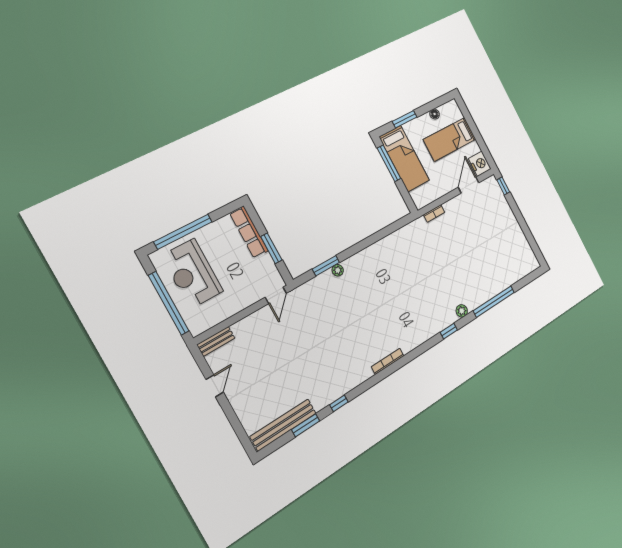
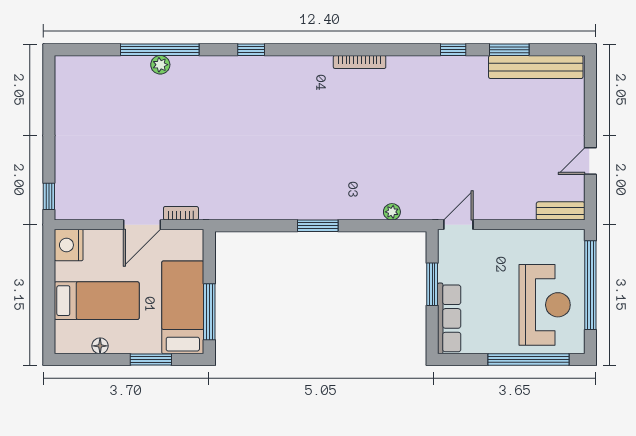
door: (469, 185) -> (142, 225), moved
window: (326, 266) -> (318, 226), moved
plant: (338, 270) -> (392, 212), moved
plant: (462, 311) -> (160, 65), moved

